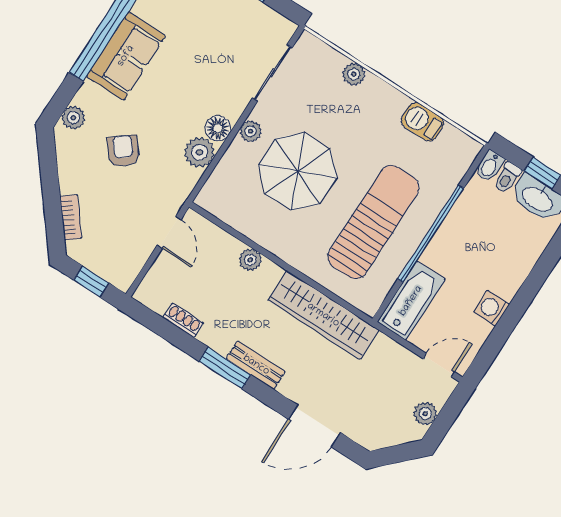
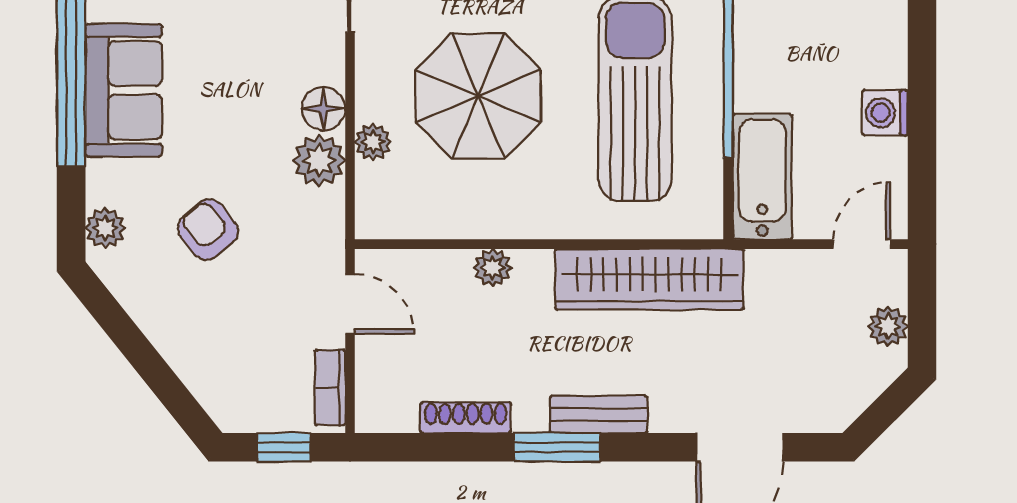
plant: (250, 131) -> (373, 142), moved
bookcase: (71, 217) -> (330, 387), moved, turned -141
shoe rack: (183, 320) -> (466, 418), width x1.43

